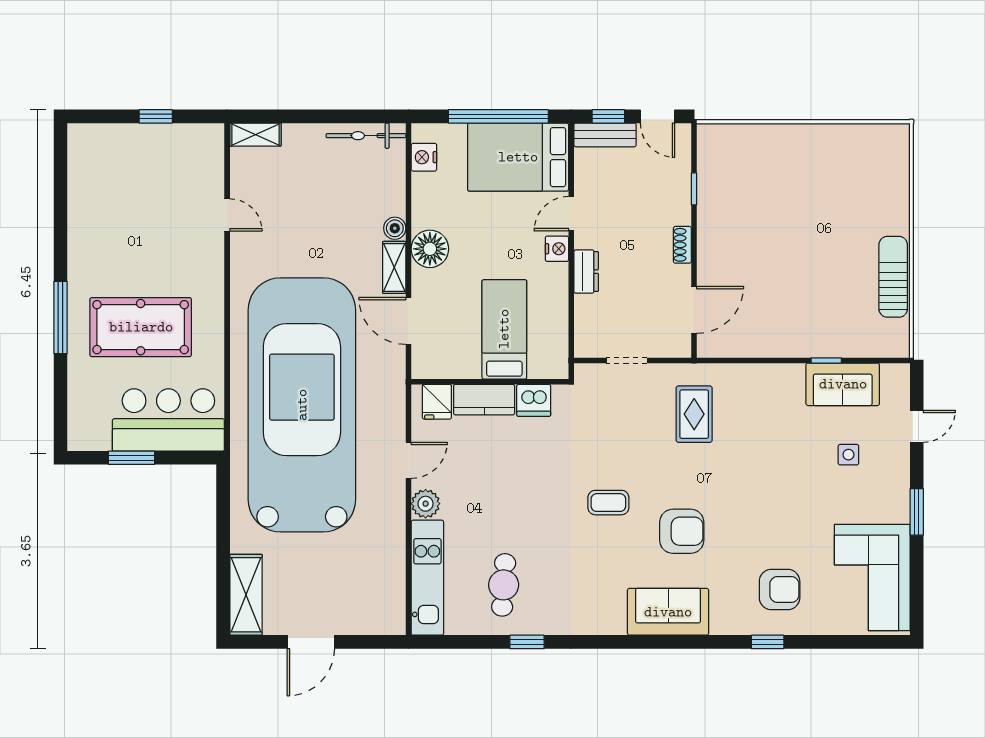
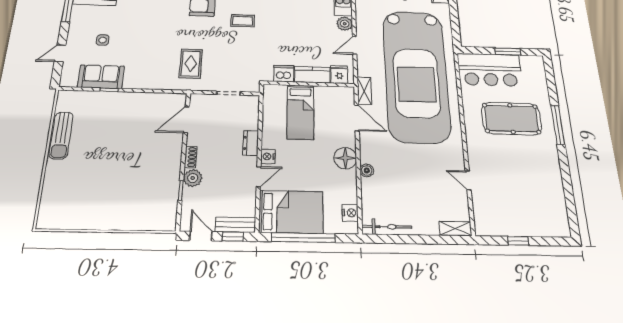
plant: (677, 210) -> (193, 178), added
shelving: (394, 267) -> (364, 91), moved

